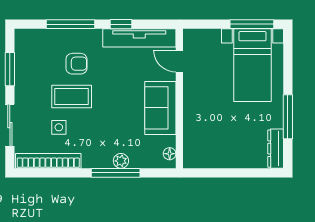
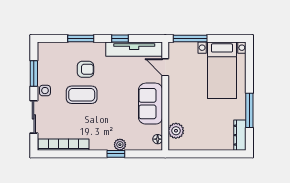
window: (70, 24) -> (81, 39), width x0.69
window: (252, 24) -> (190, 39), moved
side table: (59, 127) -> (45, 91), moved
plant: (193, 143) -> (176, 131), added
window: (116, 173) -> (116, 154), width x0.46

